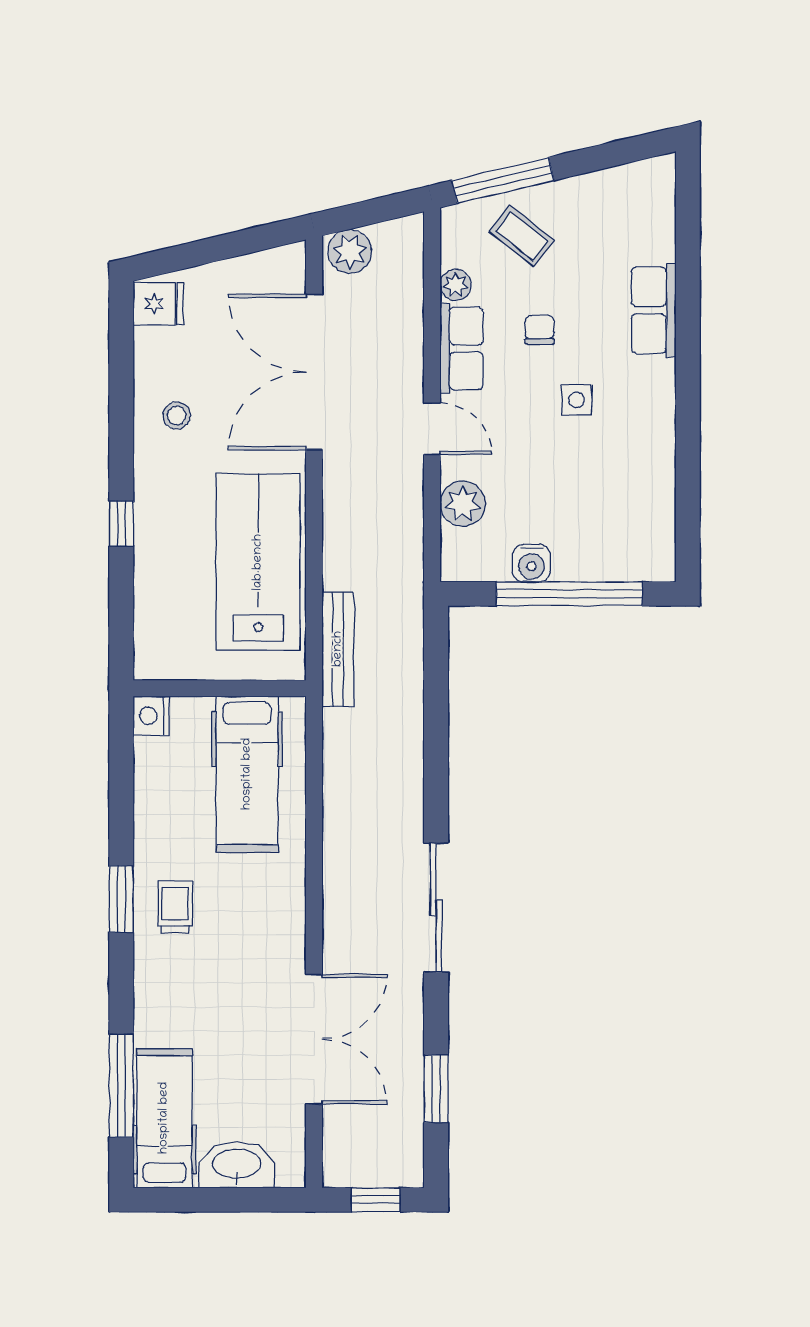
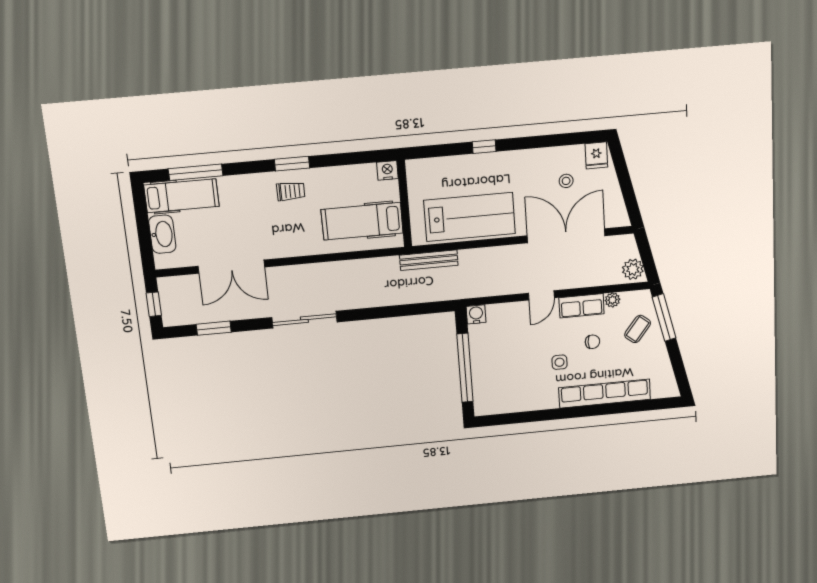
plant: (350, 252) -> (633, 269), moved
row of seats: (654, 310) -> (605, 394), width x2.02
stool: (177, 415) -> (566, 181), moved
plant: (463, 504) -> (505, 314), removed
water cooler: (531, 563) -> (476, 314), moved, turned 90

